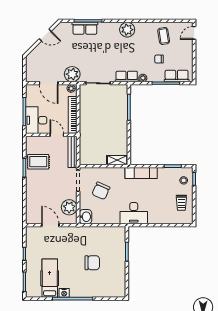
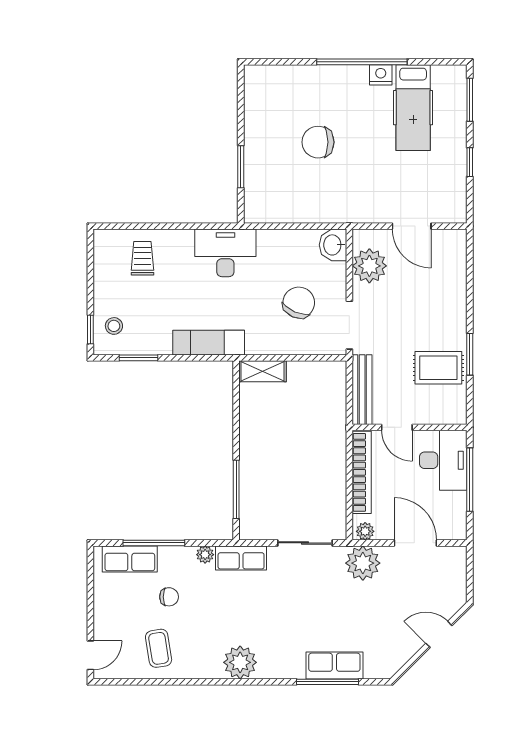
door: (45, 35) -> (439, 634), moved
trolley: (181, 203) -> (142, 258), moved

